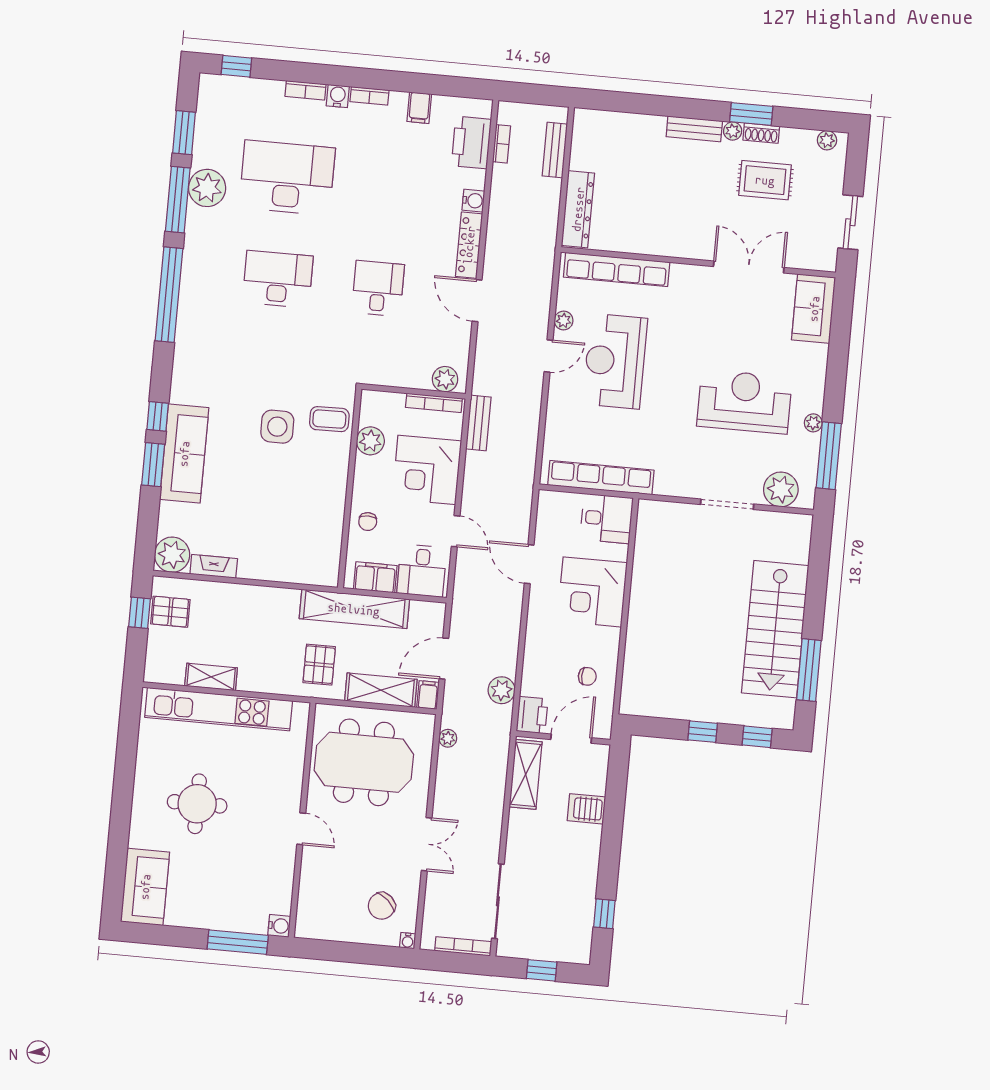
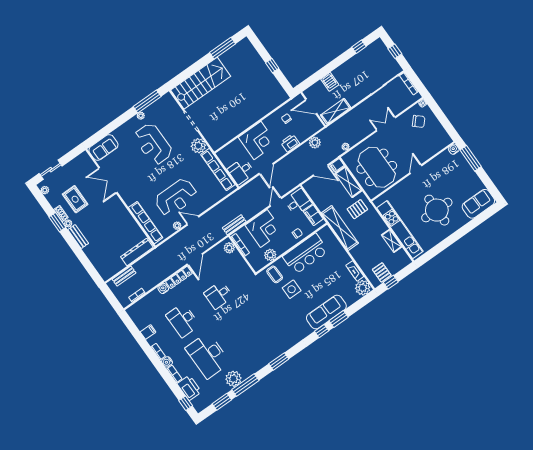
printer: (471, 142) -> (189, 388), moved, turned -90
sliding door: (850, 222) -> (51, 170), moved
desk: (278, 279) -> (183, 320), moved
window: (169, 295) -> (279, 361), width x0.47
plant: (781, 489) -> (198, 146), moved
bar counter: (319, 505) -> (305, 254), added
desk: (607, 519) -> (241, 171), moved, turned -90
shelving: (354, 609) -> (340, 228), moved
stairs: (775, 629) -> (201, 83), moved
printer: (532, 715) -> (290, 143), moved
window: (757, 737) -> (259, 46), removed
round table: (197, 804) -> (437, 210), width x1.36, depth x1.36

